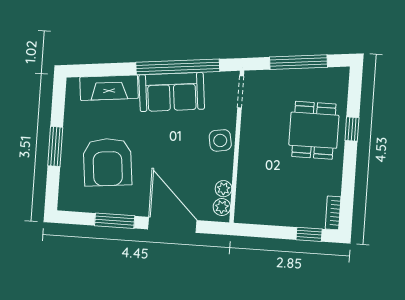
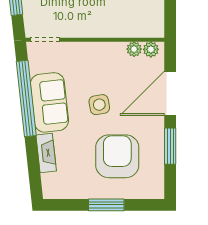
fireplace: (109, 88) -> (46, 153), width x0.73, depth x0.76
side table: (220, 140) -> (99, 105), moved
armchair: (108, 162) -> (117, 156), turned -84

